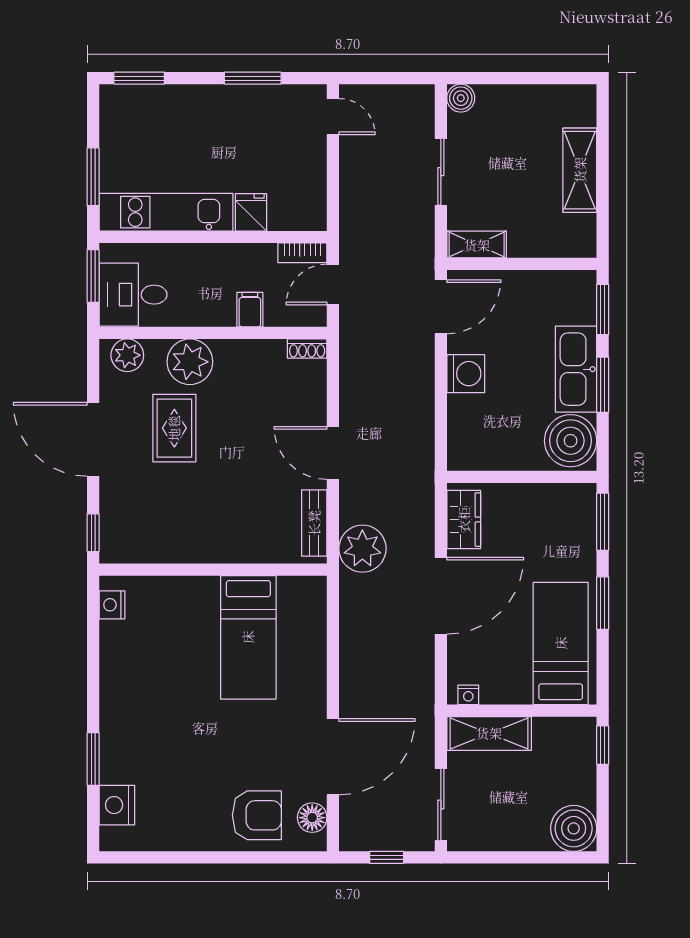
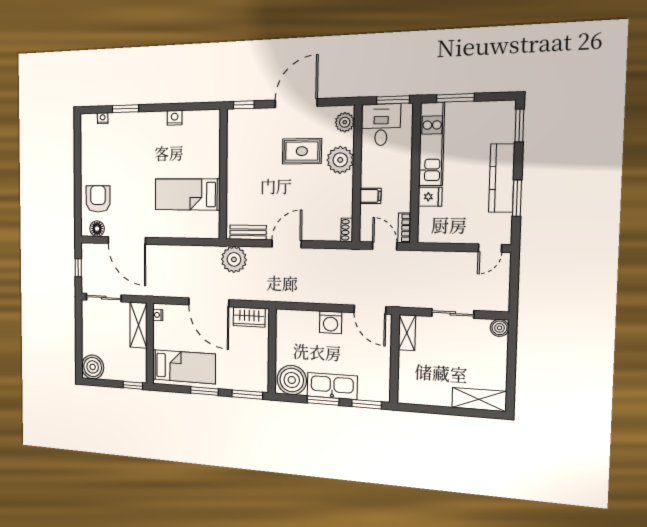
kitchen counter: (221, 102) -> (502, 178), added
shelving: (580, 170) -> (479, 399), moved
nightstand: (112, 605) -> (175, 118), moved
nightstand: (117, 805) -> (103, 118), width x0.53, depth x0.56
armchair: (257, 815) -> (98, 199), turned 180

